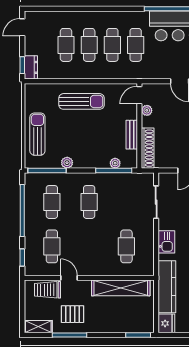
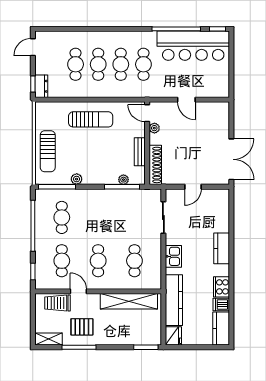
door: (139, 95) -> (147, 113), hinge flipped
sun lounger: (37, 134) -> (48, 151), turned 180
cafe table: (89, 202) -> (98, 261), moved

